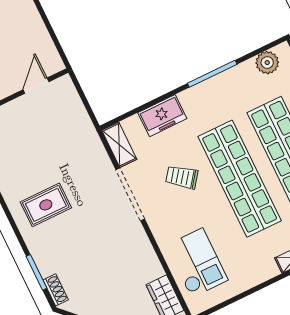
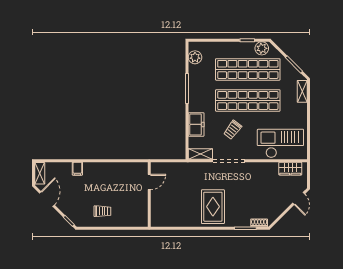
door: (36, 86) -> (149, 182), swing flipped
rug: (46, 205) -> (213, 207), width x1.36, depth x1.43
checkout: (197, 263) -> (280, 143), width x1.36, depth x1.21

